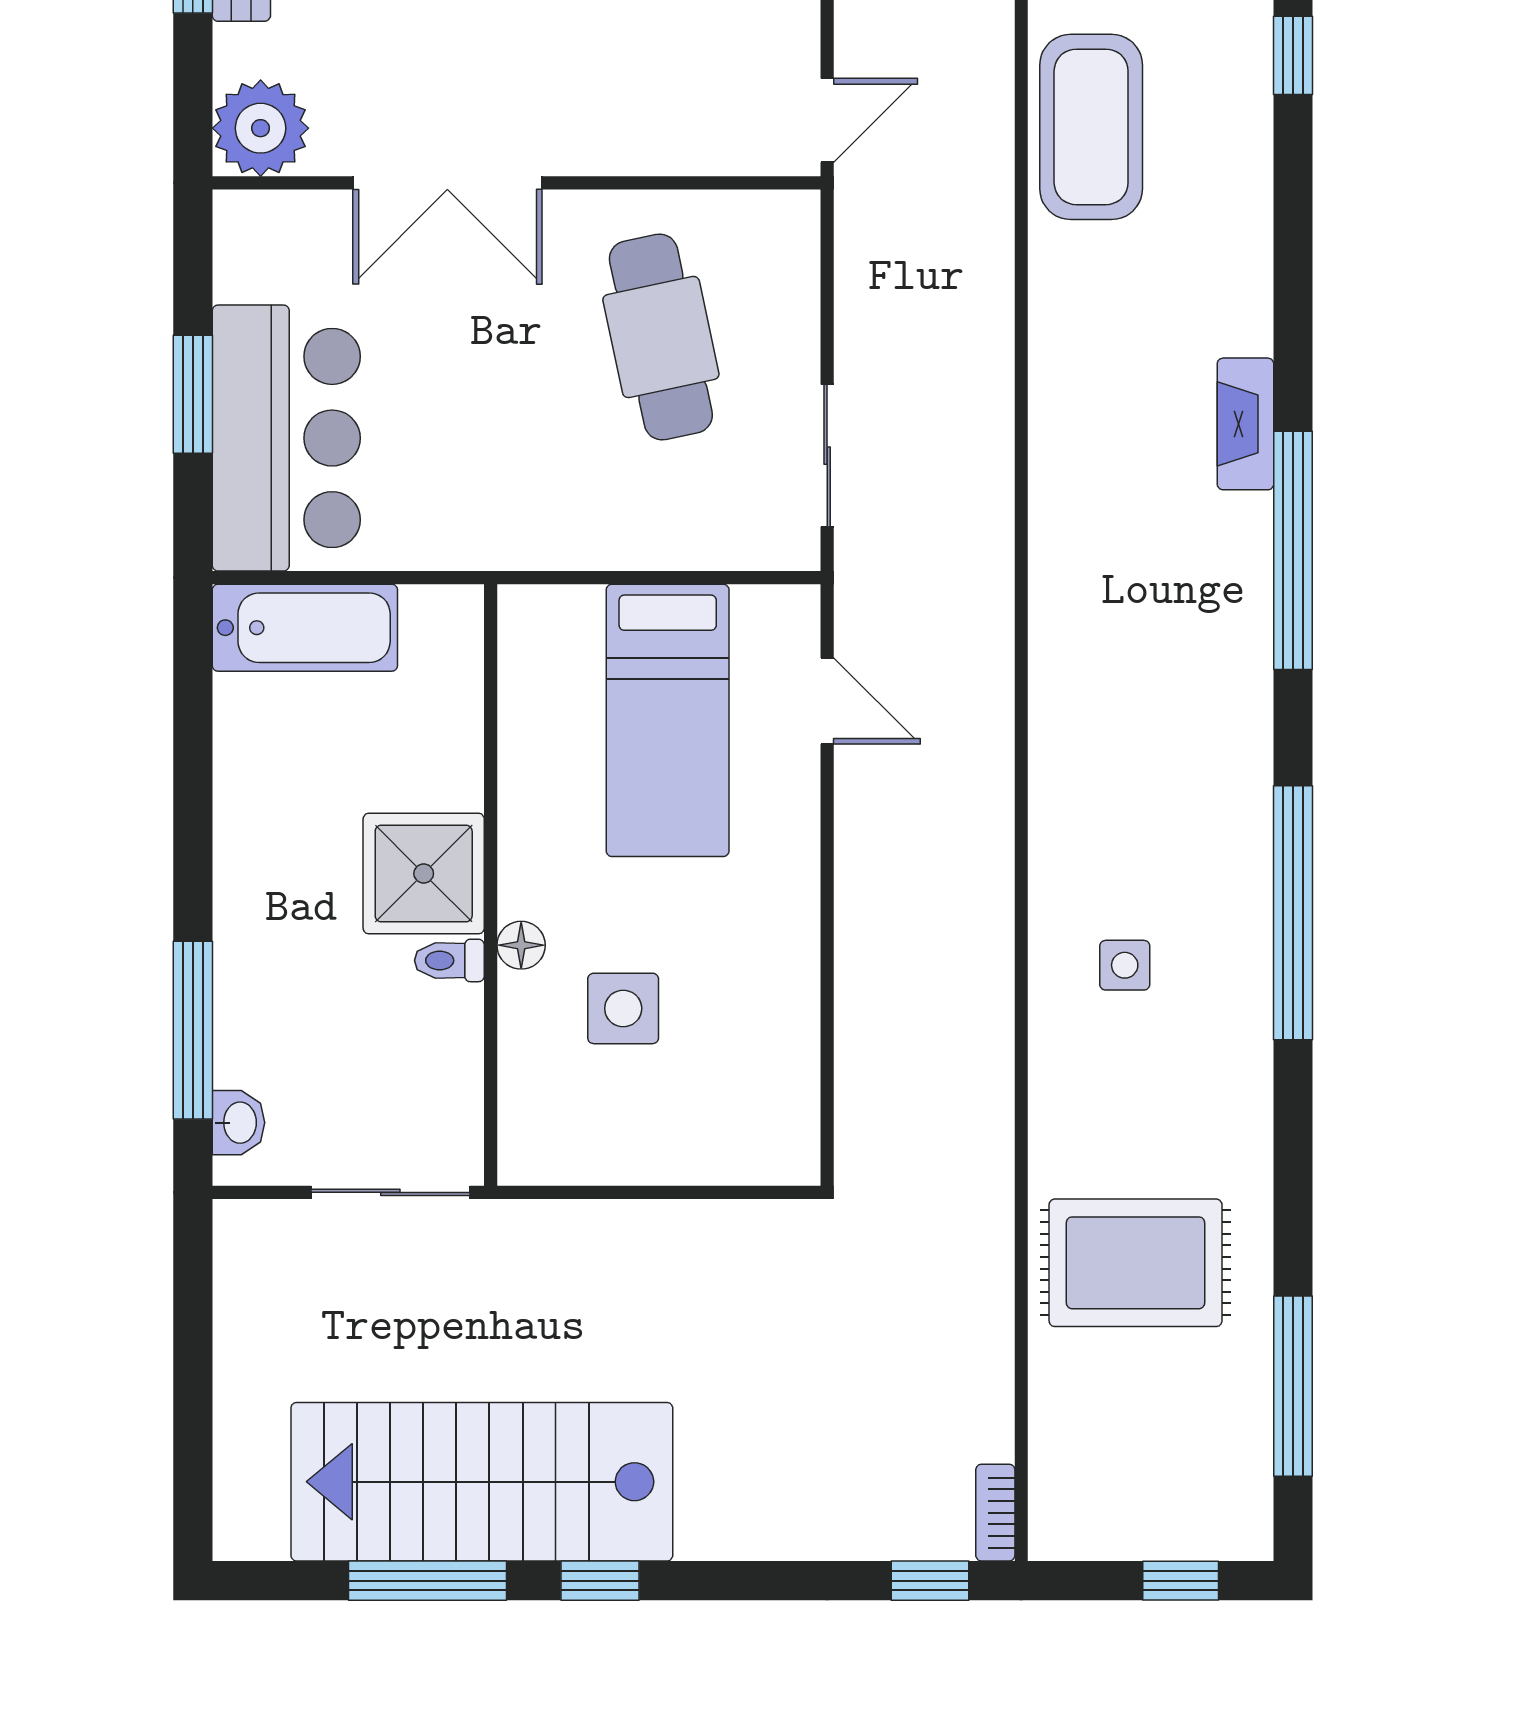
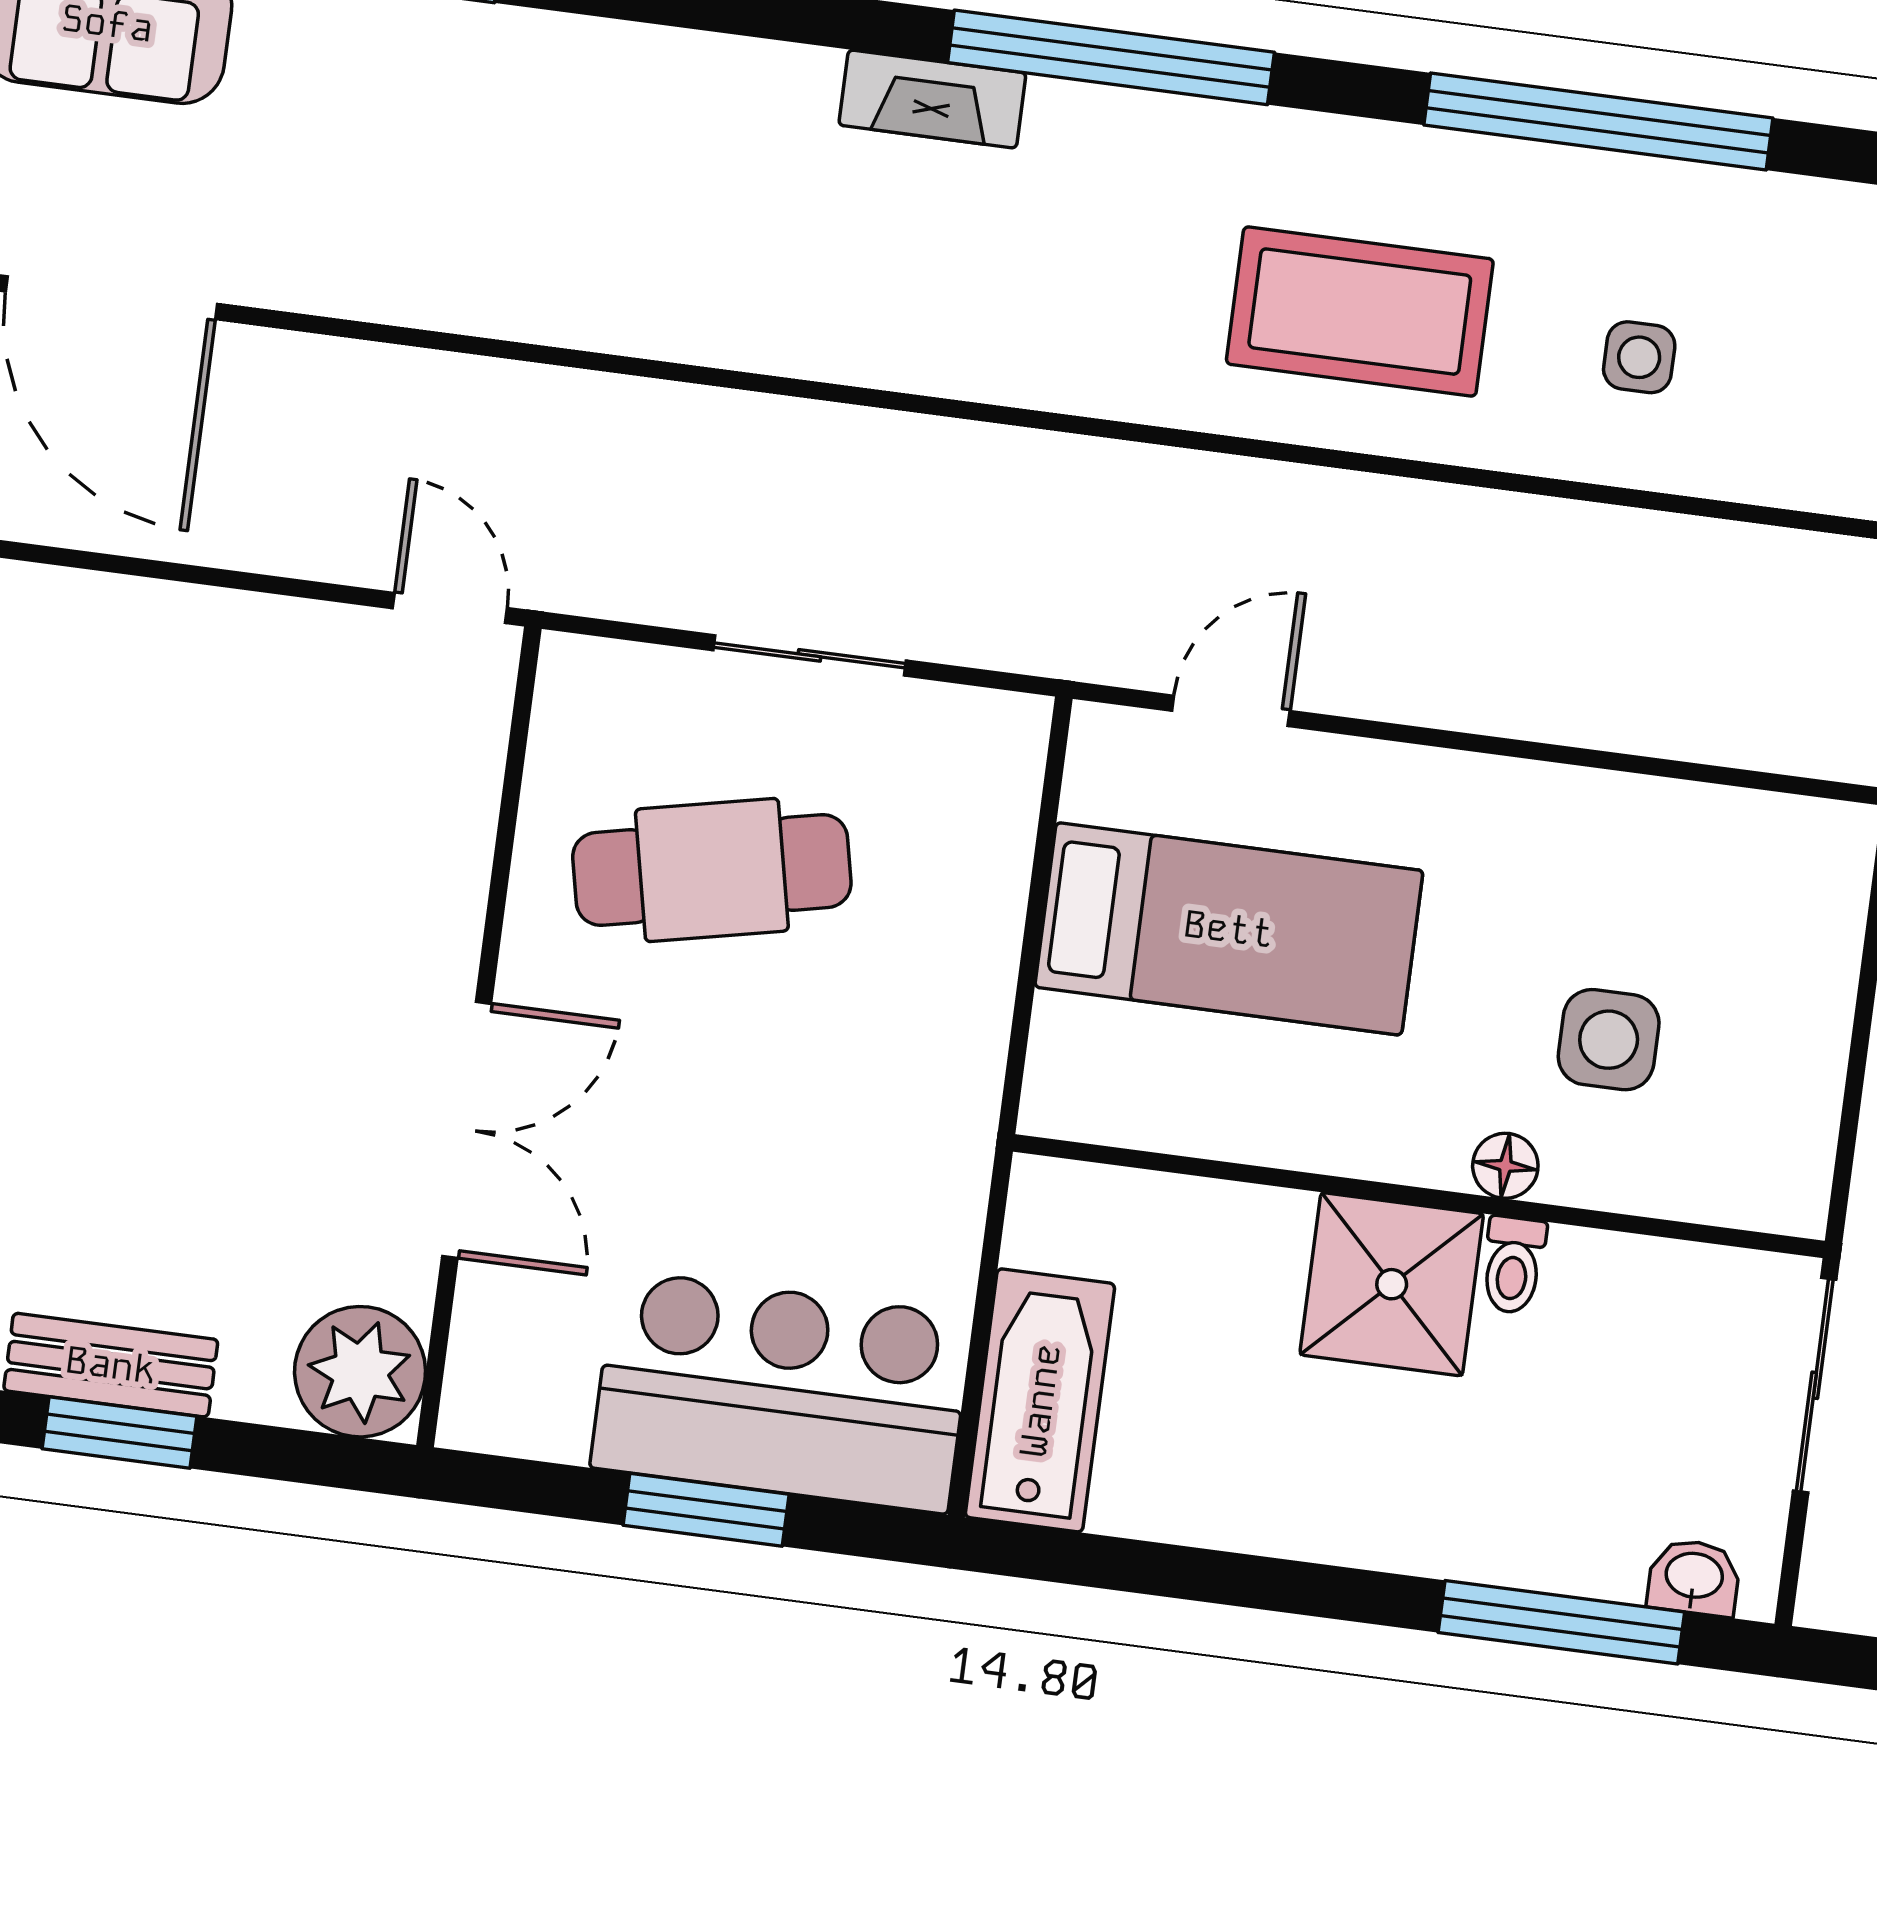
coffee table: (1091, 127) -> (1360, 312), moved
sliding door: (827, 456) -> (809, 655), moved

